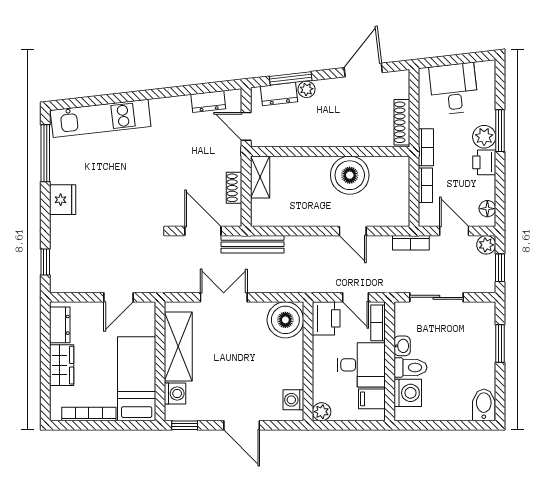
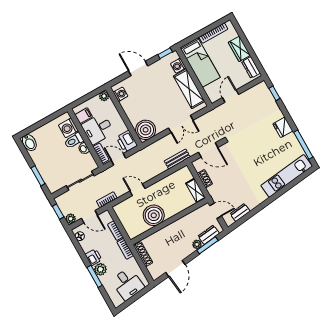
bench: (253, 244) -> (177, 159), width x0.73

